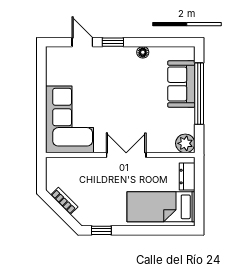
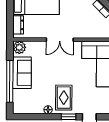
rug: (120, 70) -> (64, 98), added
sofa: (181, 84) -> (22, 73), moved

